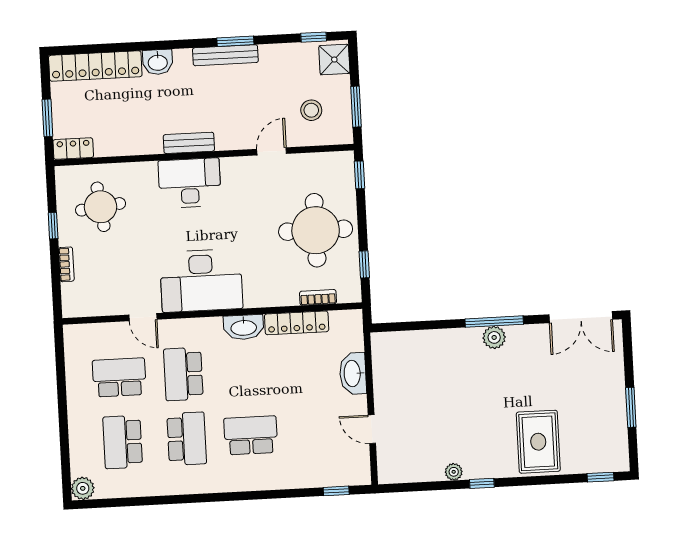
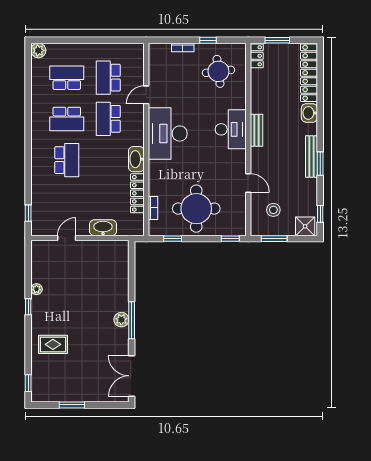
school desk: (183, 374) -> (108, 119), turned -90
school desk: (119, 377) -> (108, 78), turned 180
rug: (538, 442) -> (53, 344), width x0.73, depth x0.70

